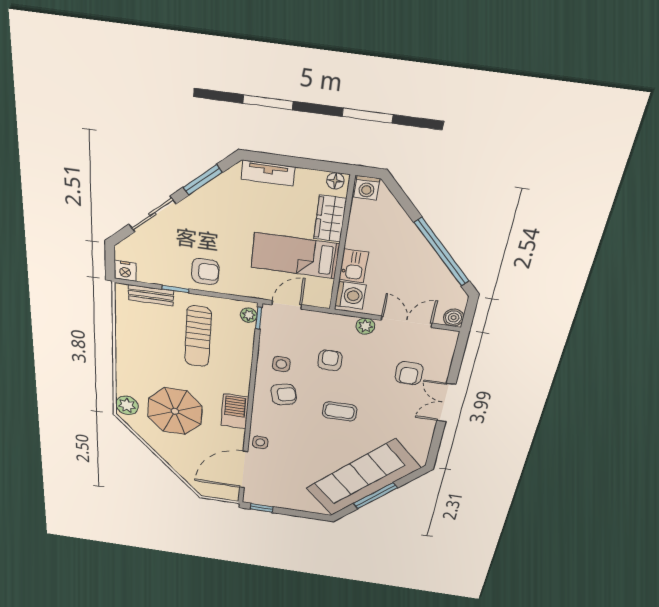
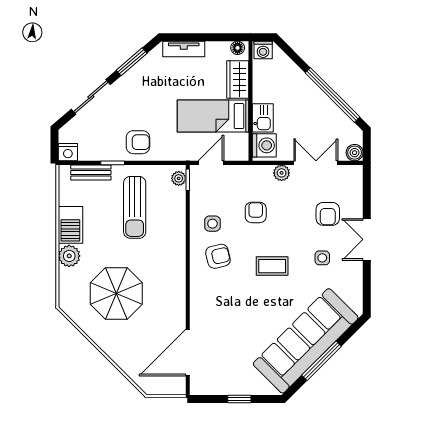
plant: (127, 405) -> (69, 256), moved
barbecue: (235, 411) -> (70, 225), moved, turned 180
side table: (260, 442) -> (322, 258), moved
window: (262, 508) -> (239, 399), moved

